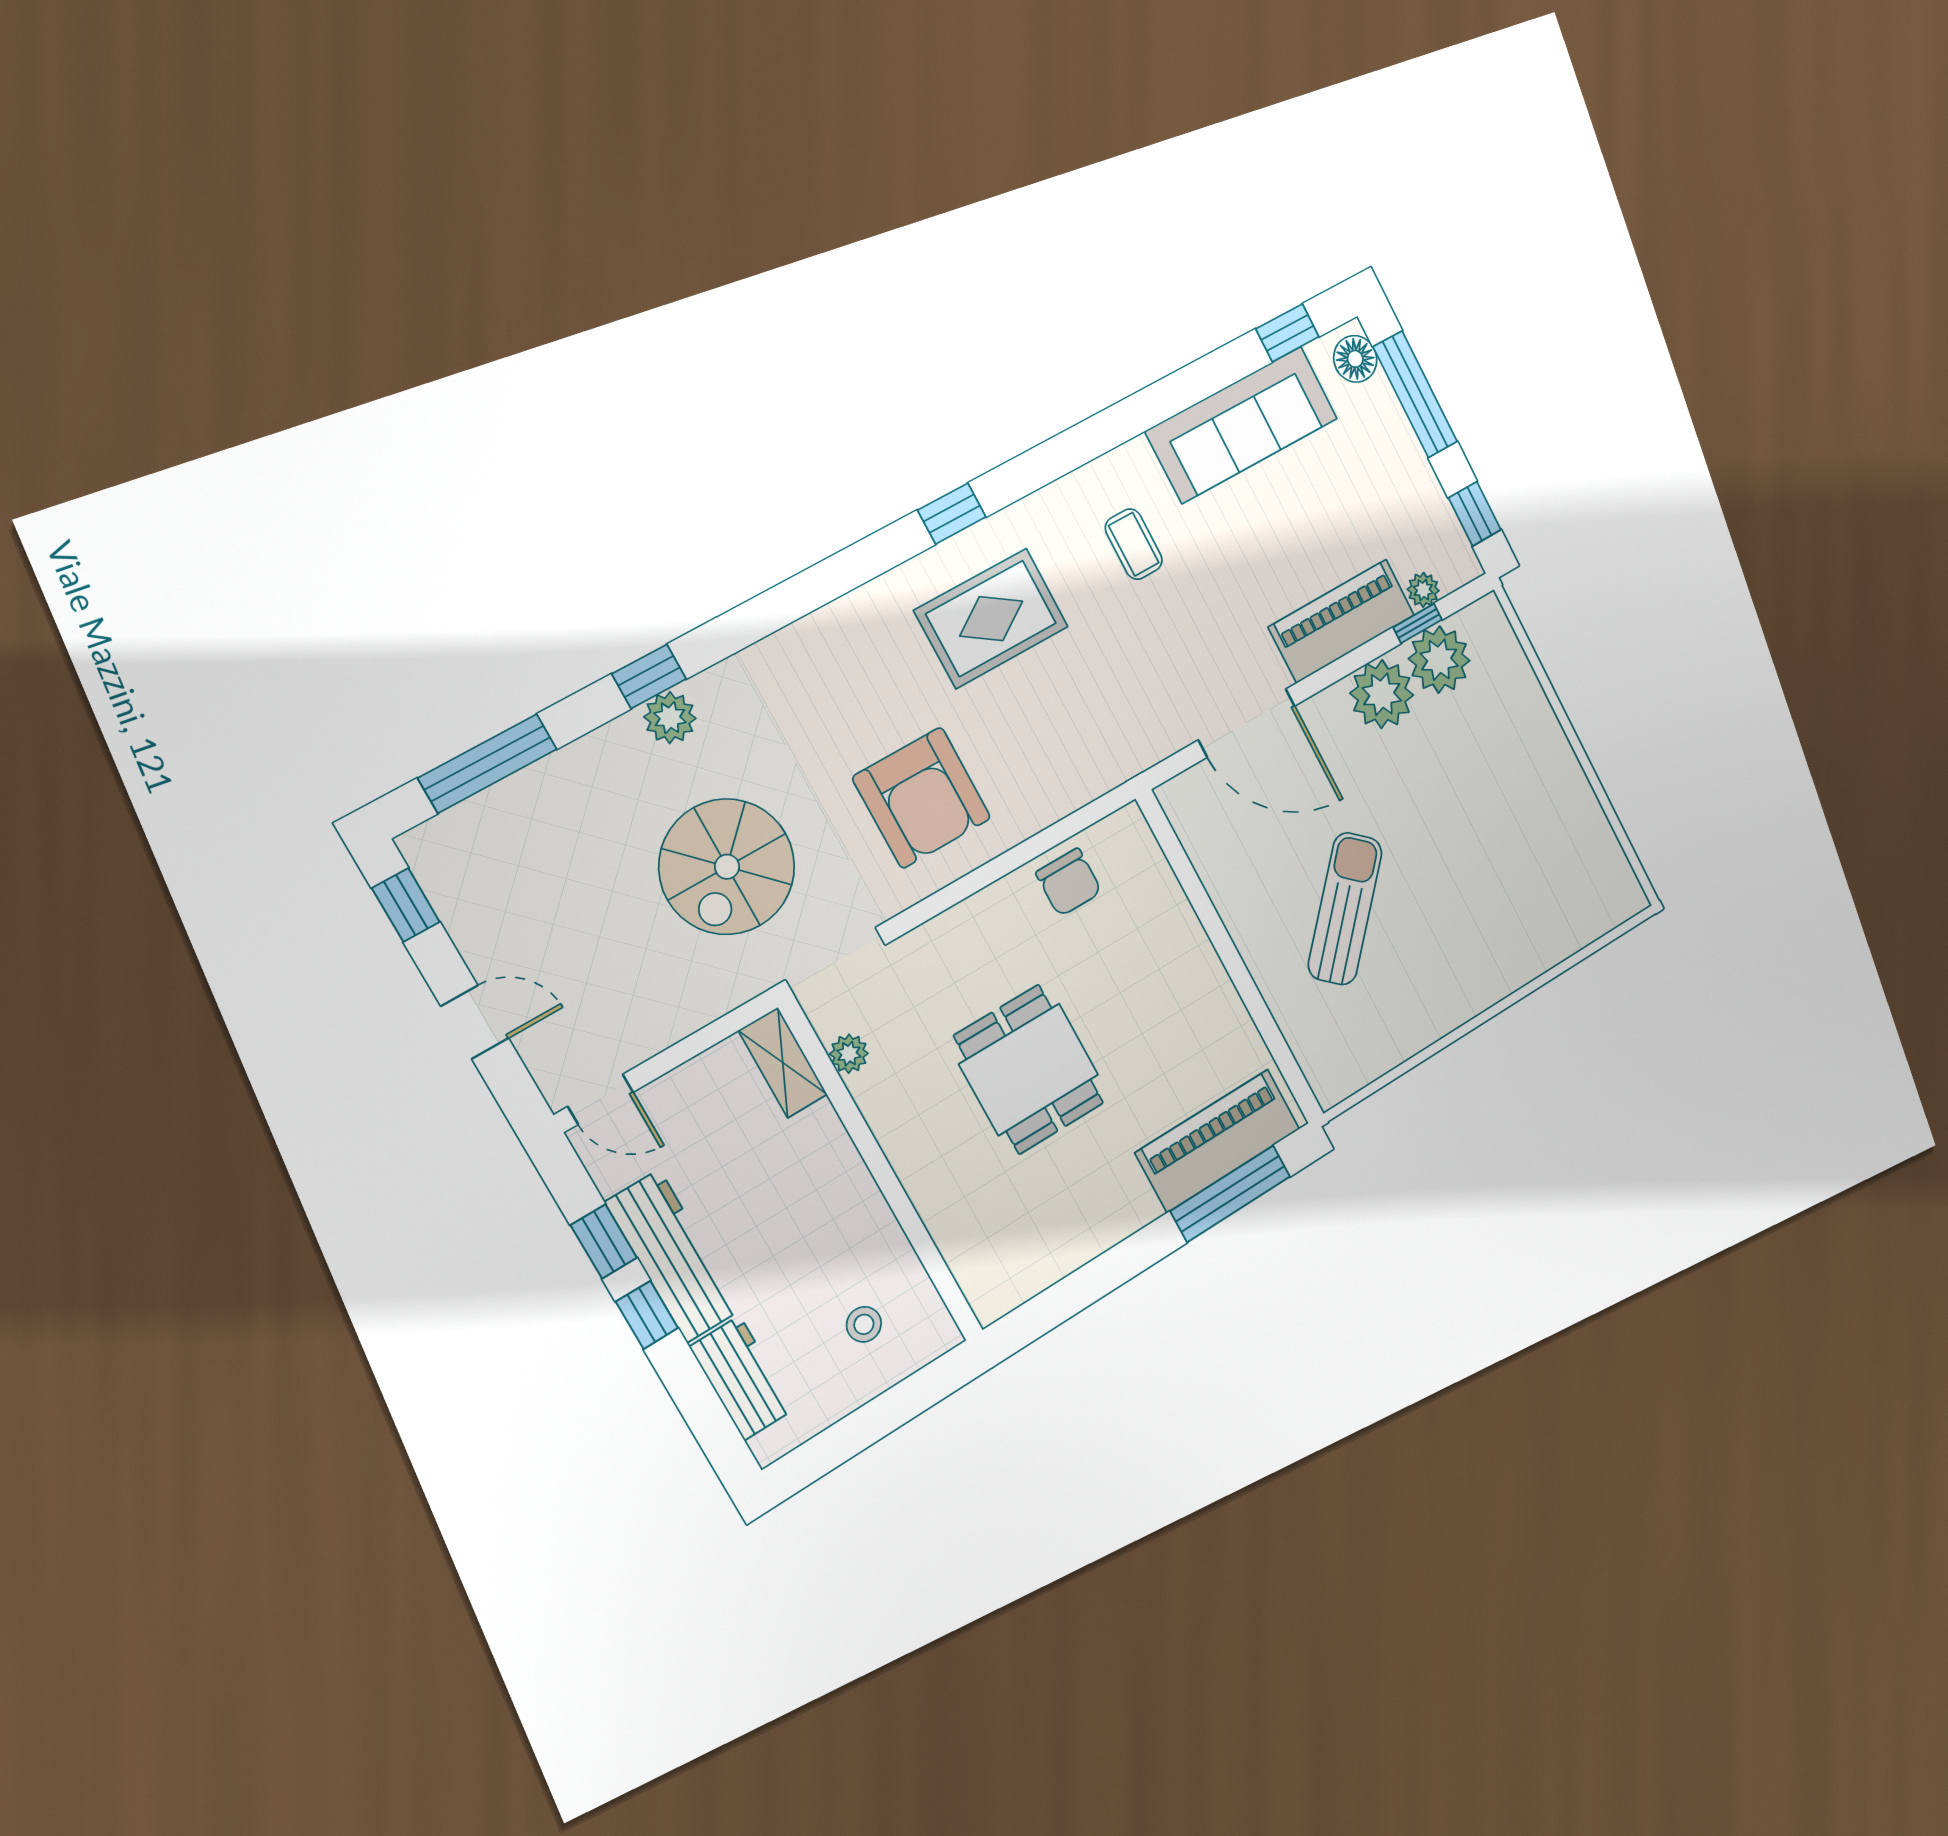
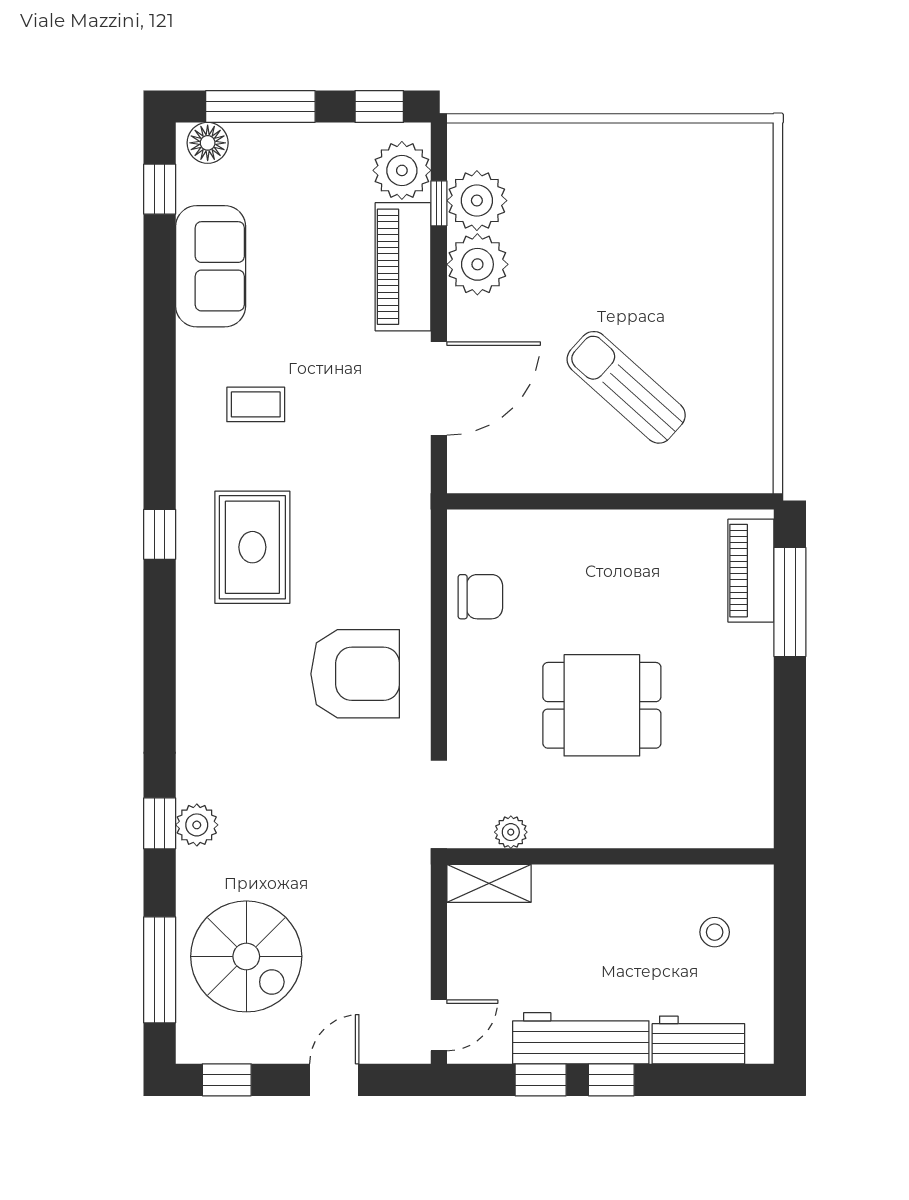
sofa: (1242, 425) -> (211, 266), width x0.73
plant: (1423, 590) -> (402, 170), width x1.88, depth x1.88
spiral stairs: (727, 867) -> (246, 956), moved
piano: (1218, 1141) -> (751, 571), width x0.73, depth x0.75

